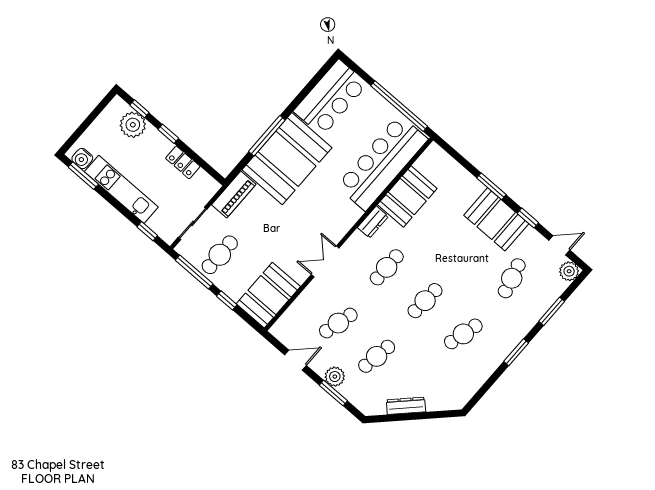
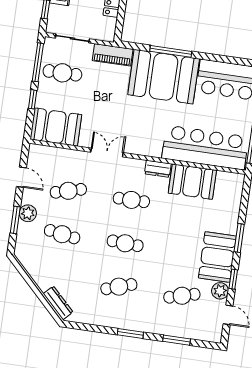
plant: (569, 271) -> (220, 291), moved
cafe table: (338, 323) -> (68, 191), turned -30
cafe table: (463, 334) -> (119, 287), turned -33
dresser: (406, 406) -> (58, 303), moved

